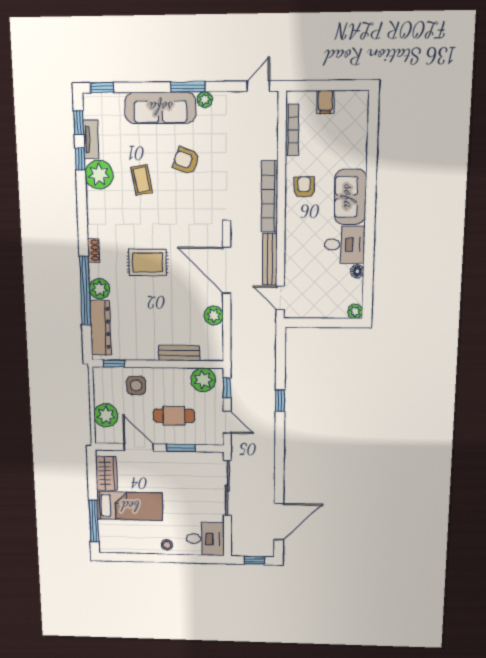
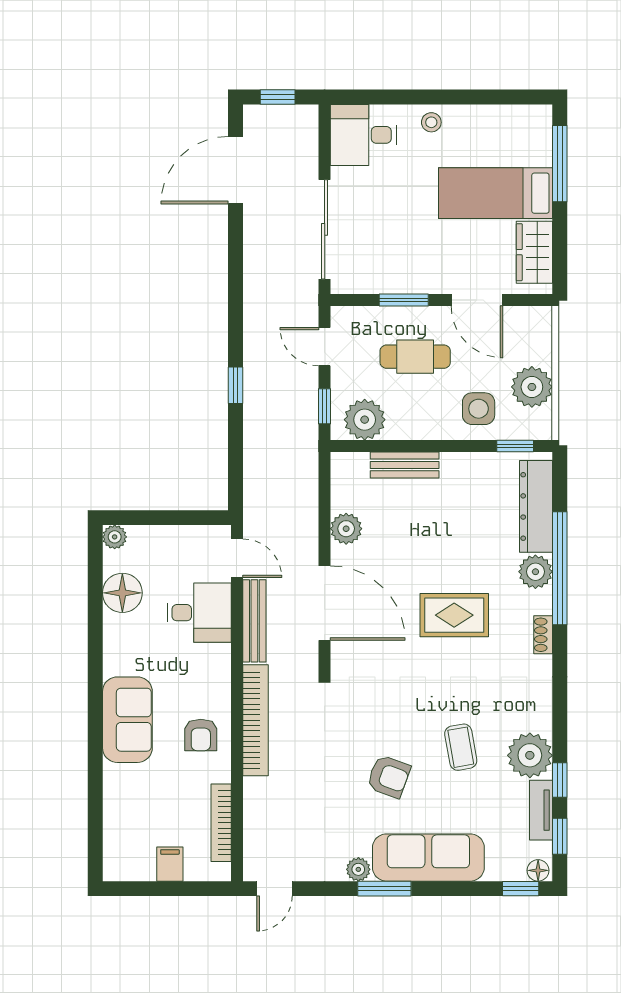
floor lamp: (91, 100) -> (538, 870), added
desk: (345, 245) -> (199, 613), moved, turned 180
floor lamp: (357, 271) -> (122, 593), width x1.89, depth x1.89
plant: (106, 415) -> (532, 387), moved

